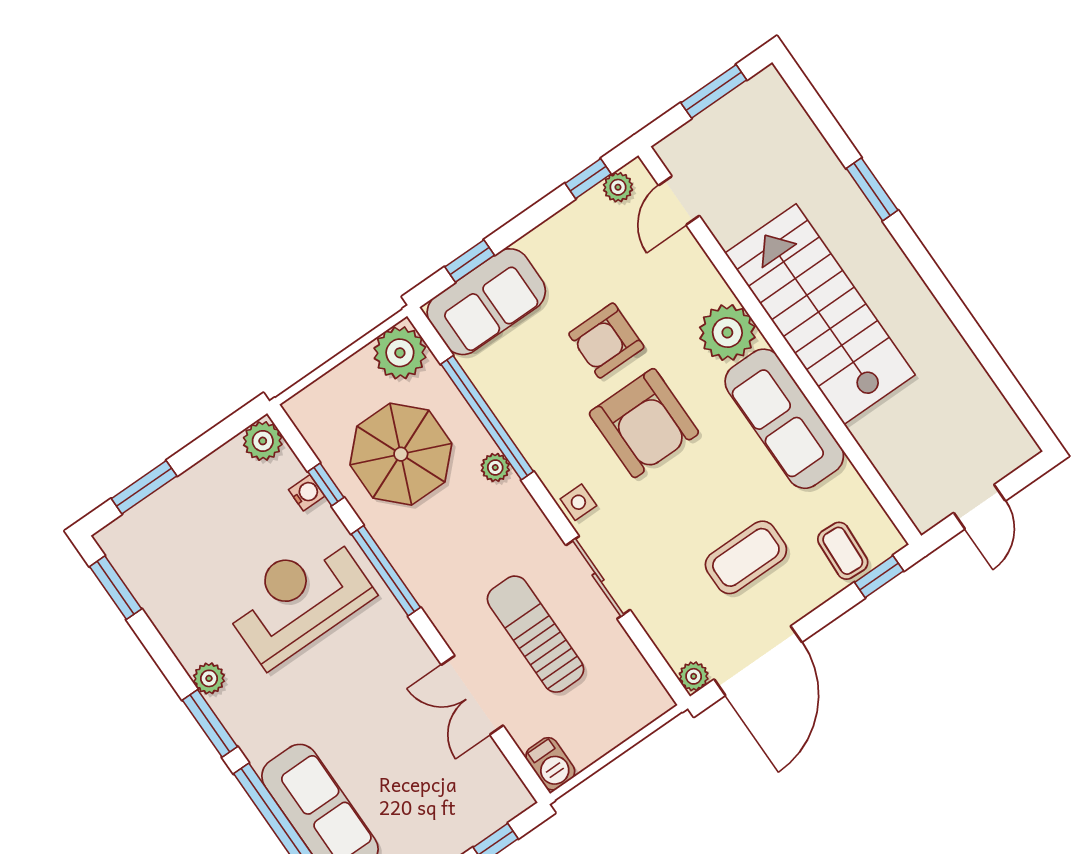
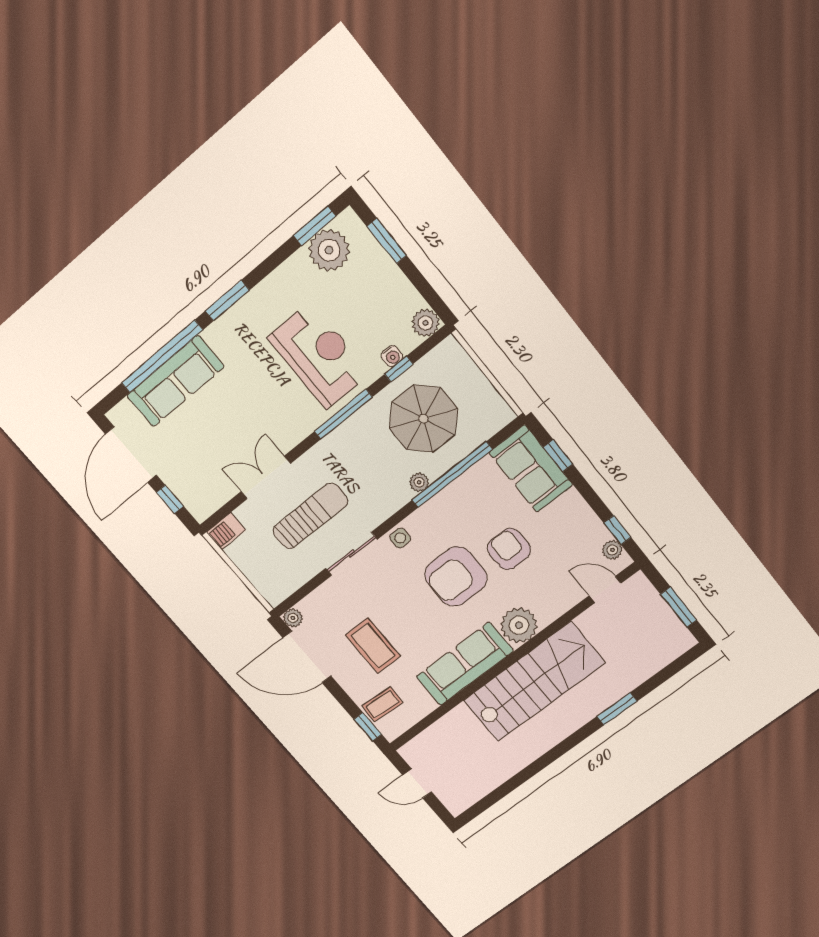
plant: (400, 353) -> (493, 413), removed
plant: (209, 678) -> (329, 250), moved, width x1.87, depth x1.87

